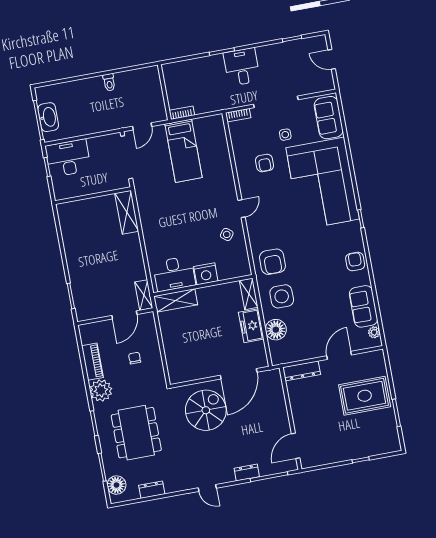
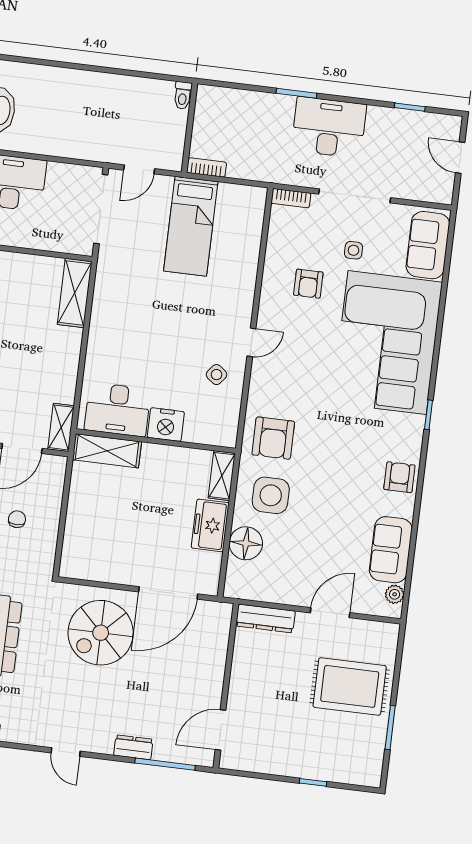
desk: (242, 67) -> (329, 127), width x1.37
toilet: (109, 82) -> (183, 95), moved
spiral stairs: (206, 410) -> (101, 633), turned 180

